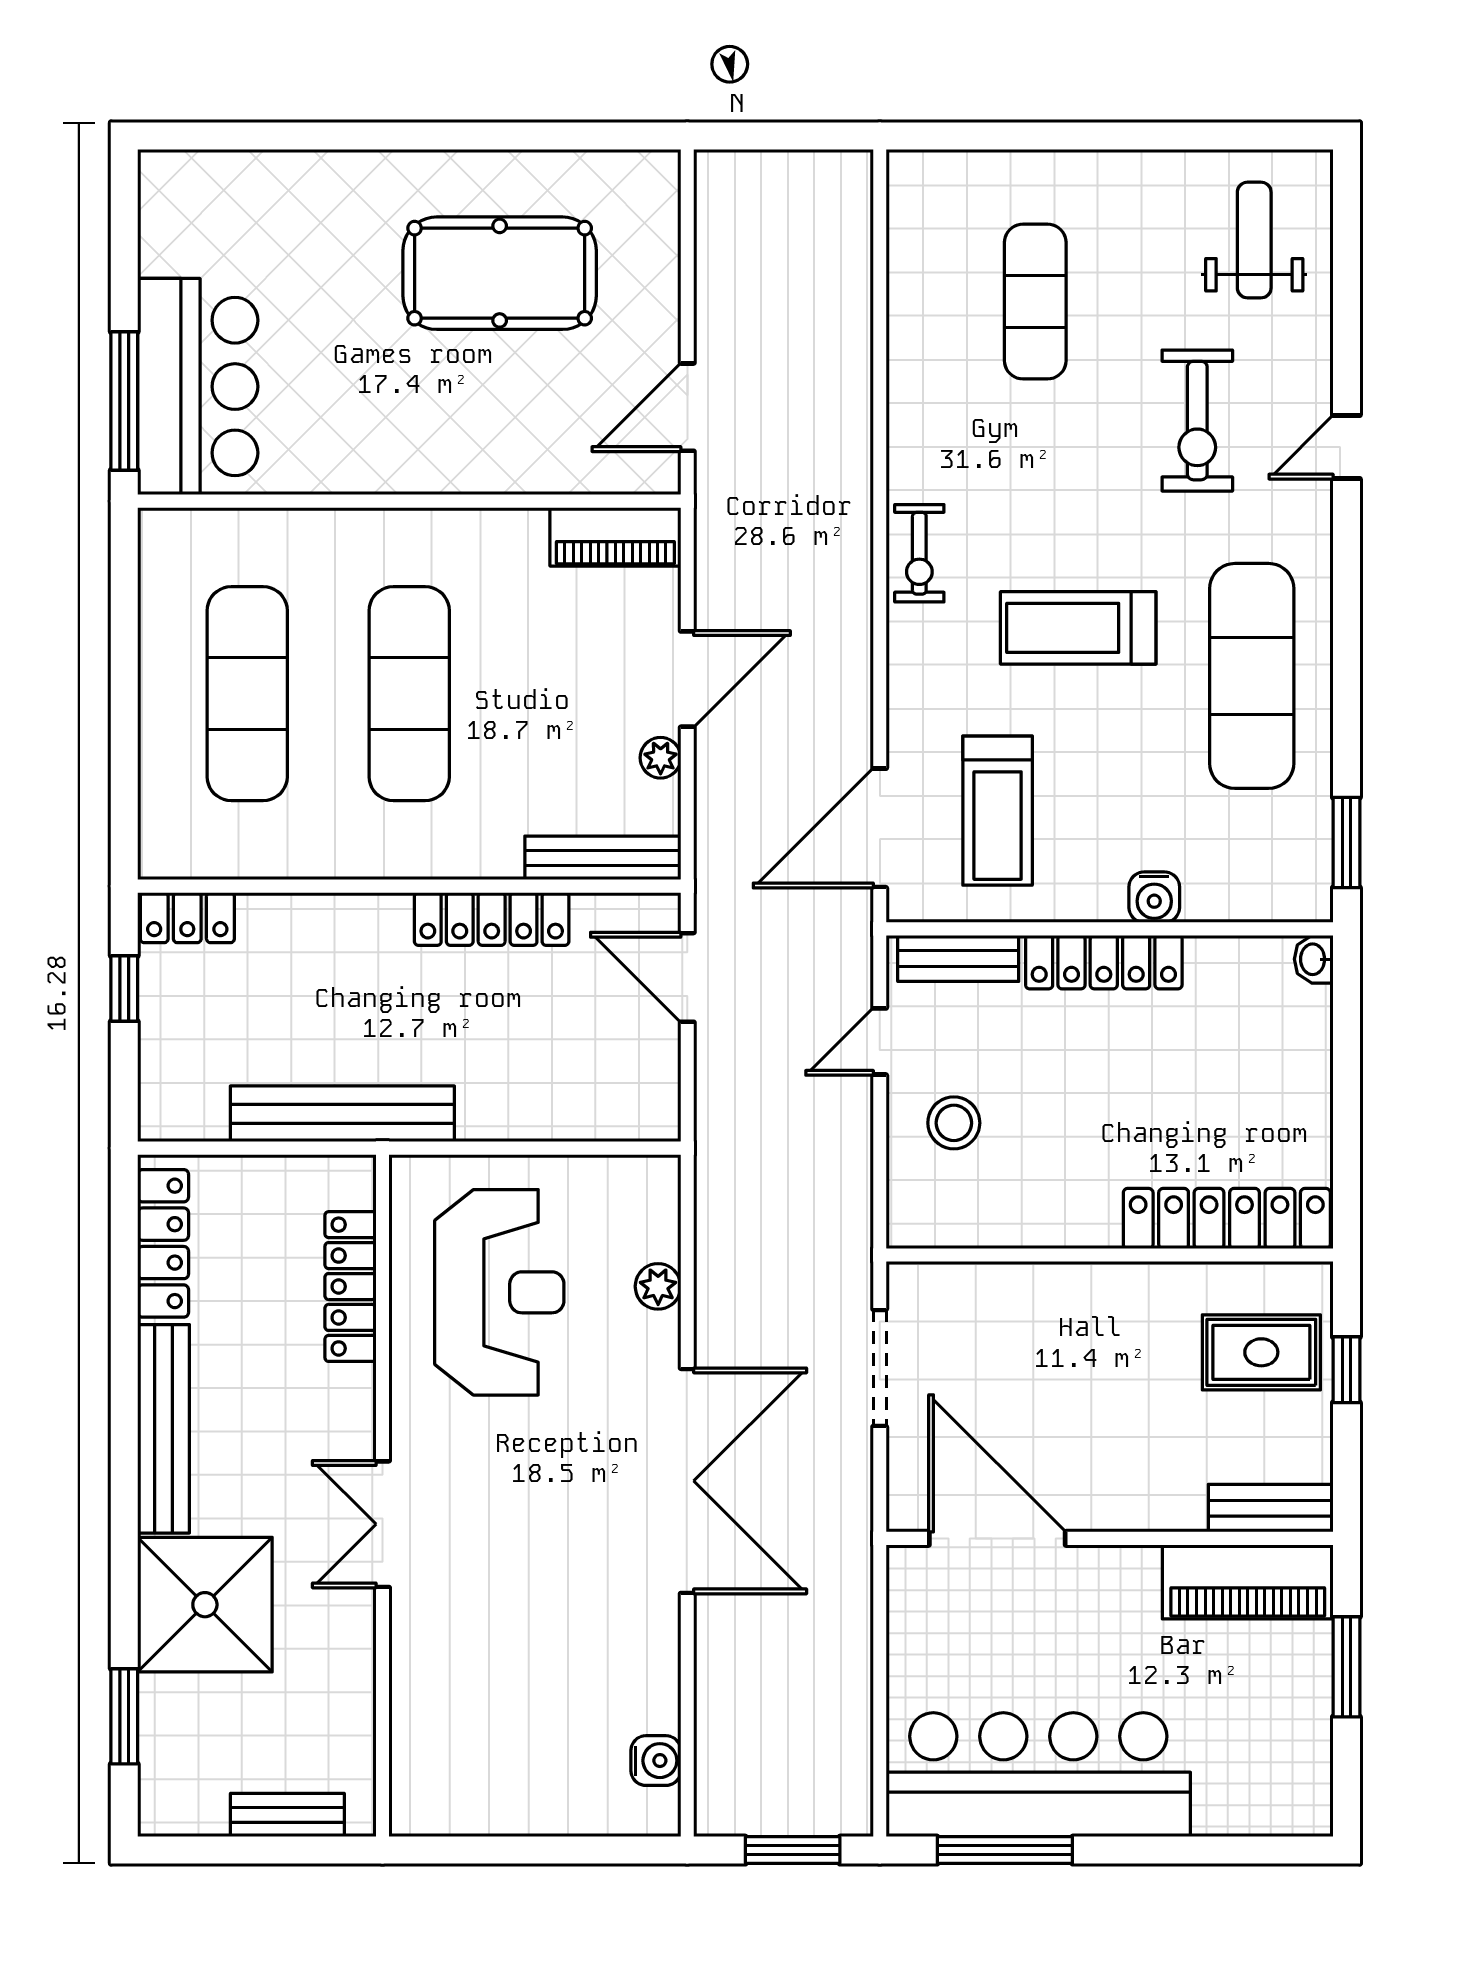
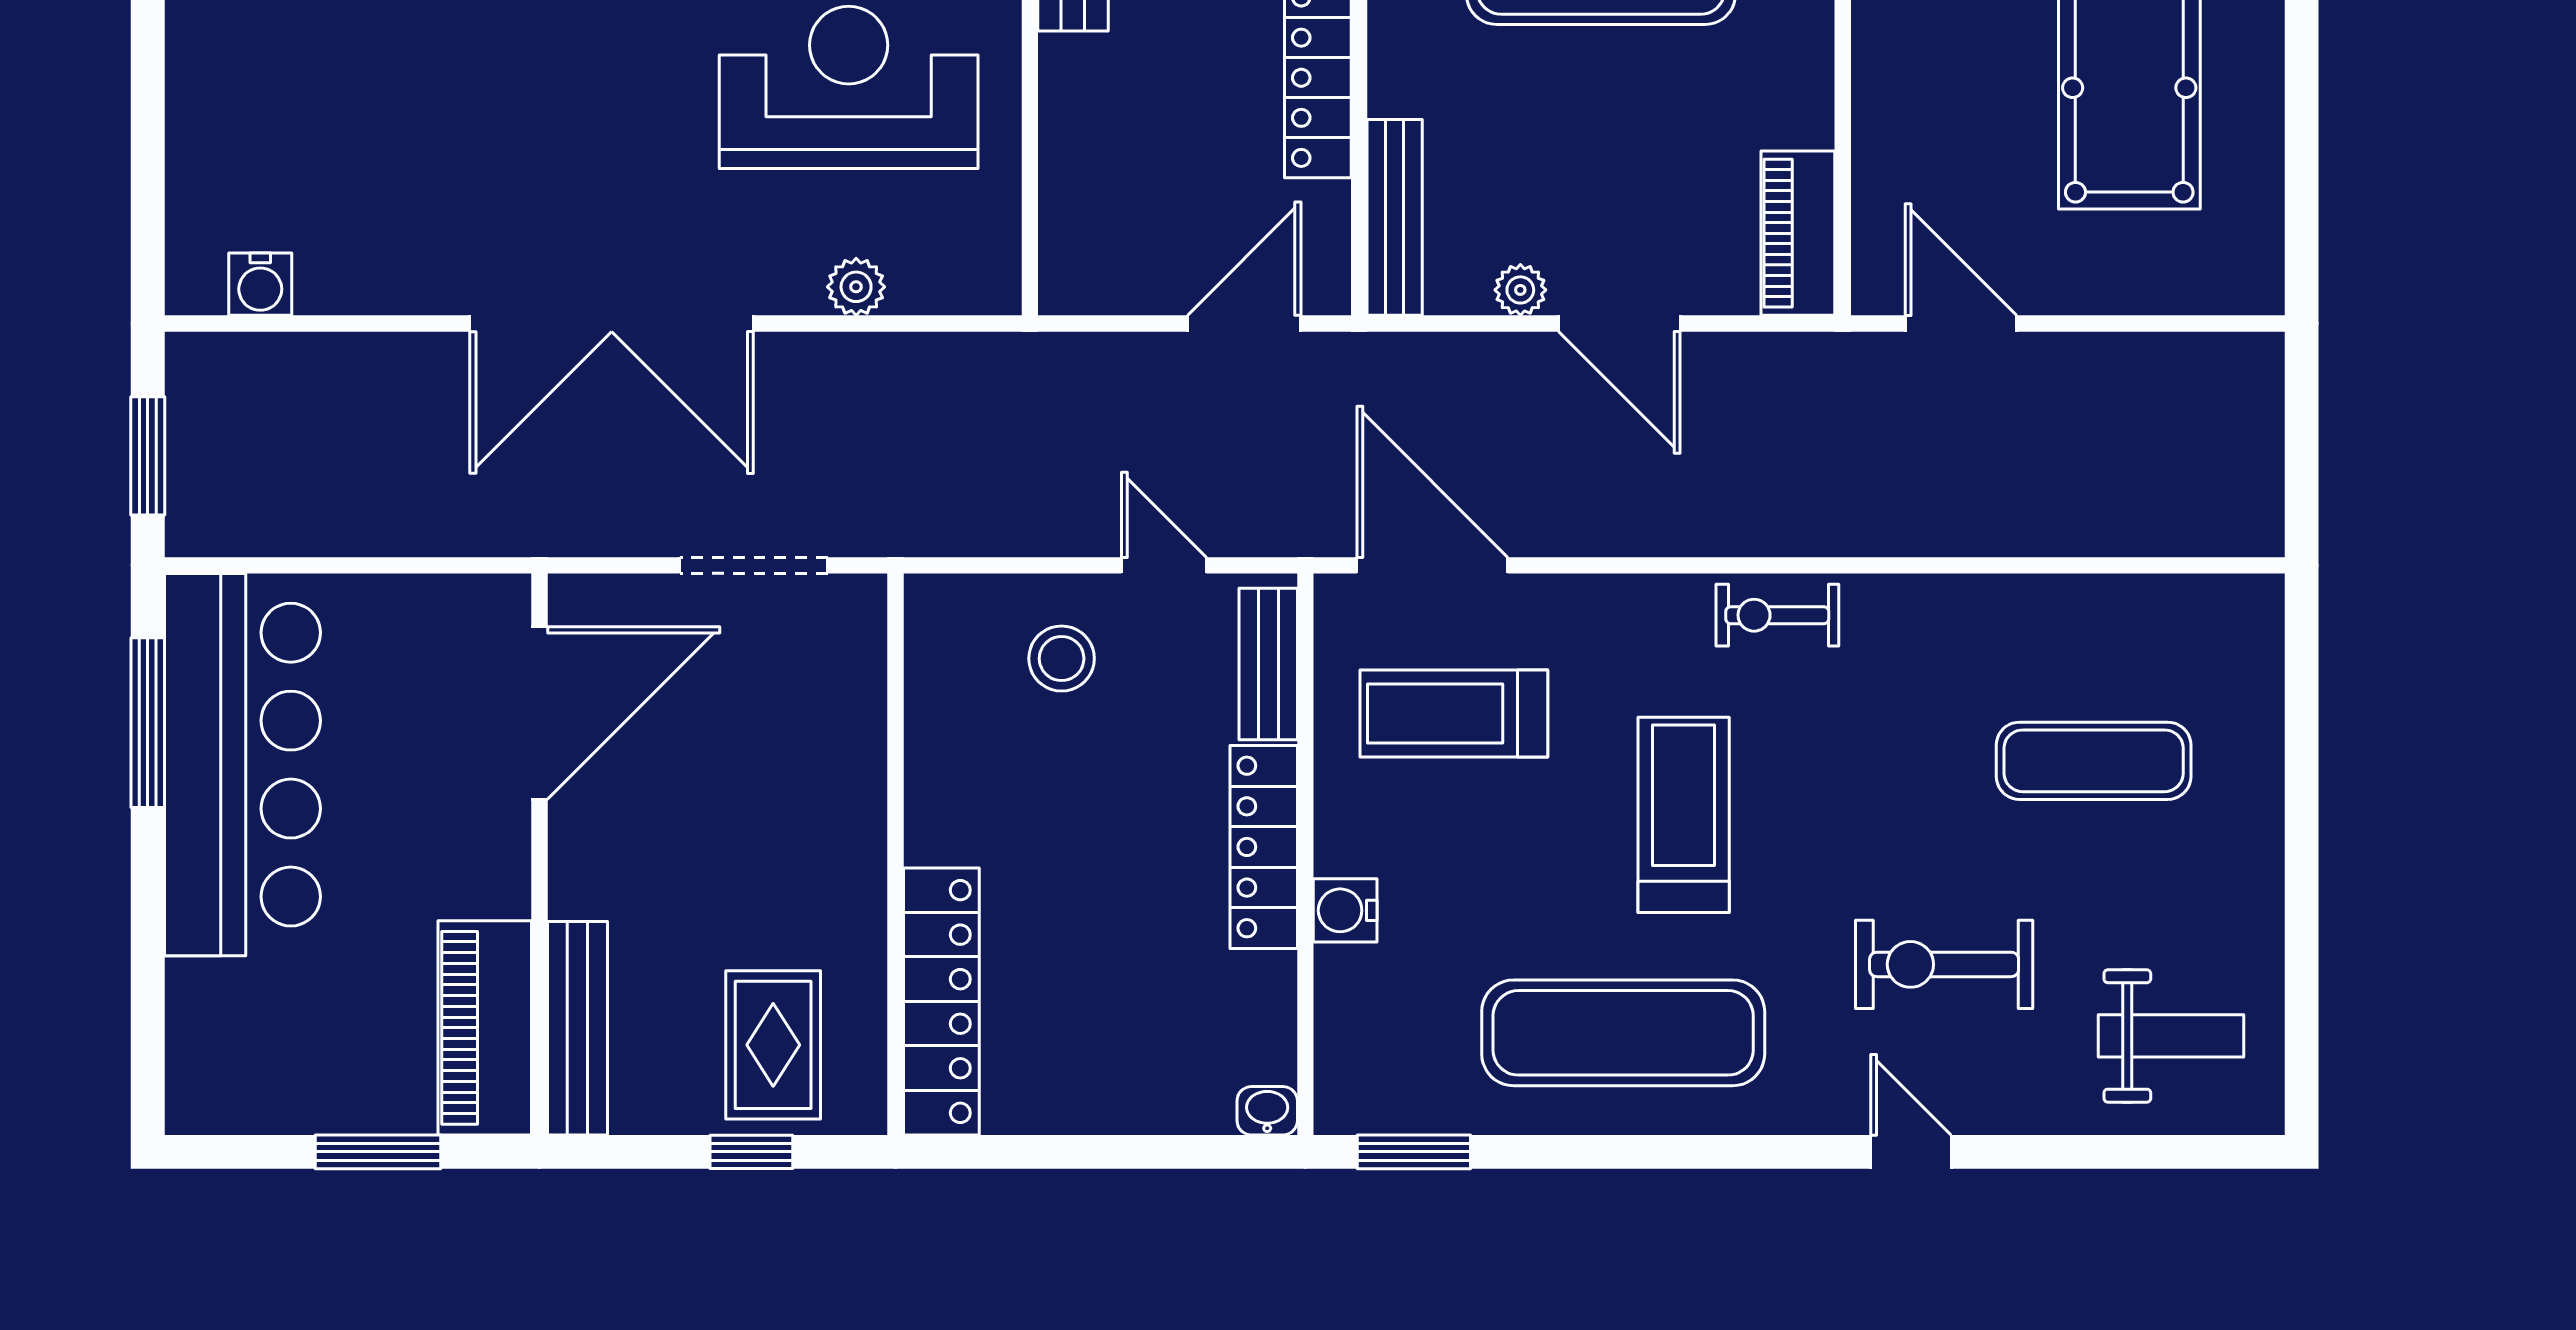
reception desk: (499, 1292) -> (849, 87), turned 180
bench: (1271, 1508) -> (577, 1028), width x1.36

